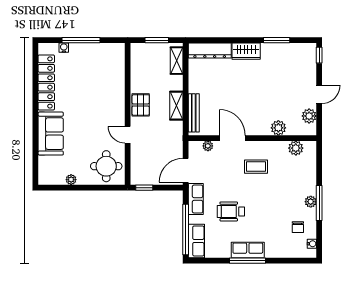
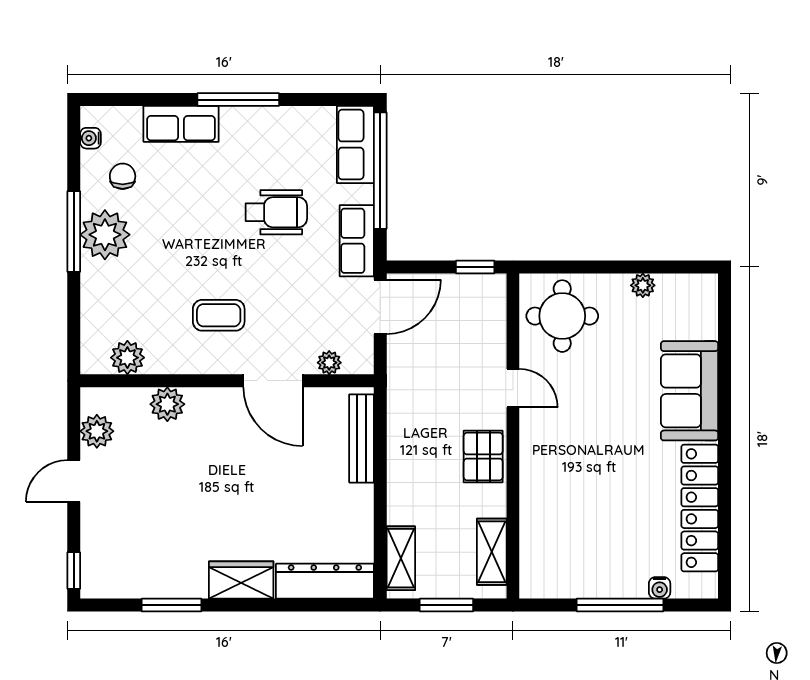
shelving: (176, 106) -> (492, 552), moved
plant: (311, 202) -> (105, 235), width x1.88, depth x1.88
row of seats: (248, 250) -> (181, 124), moved

